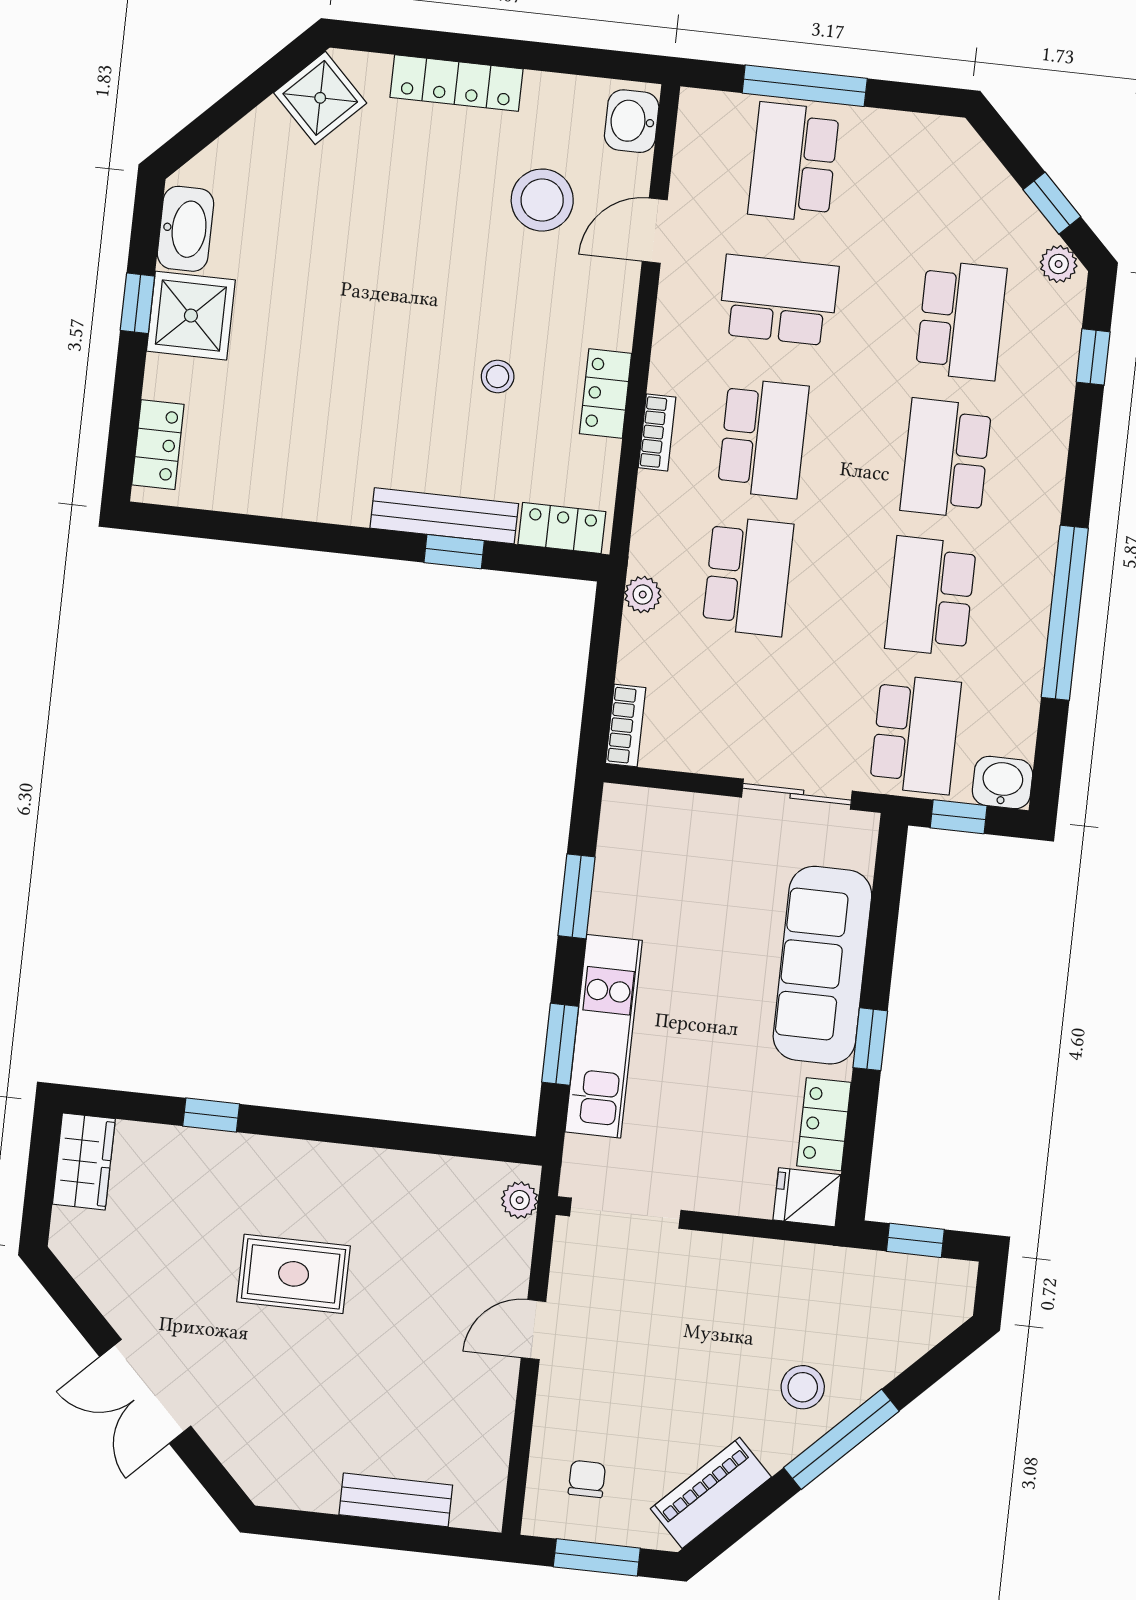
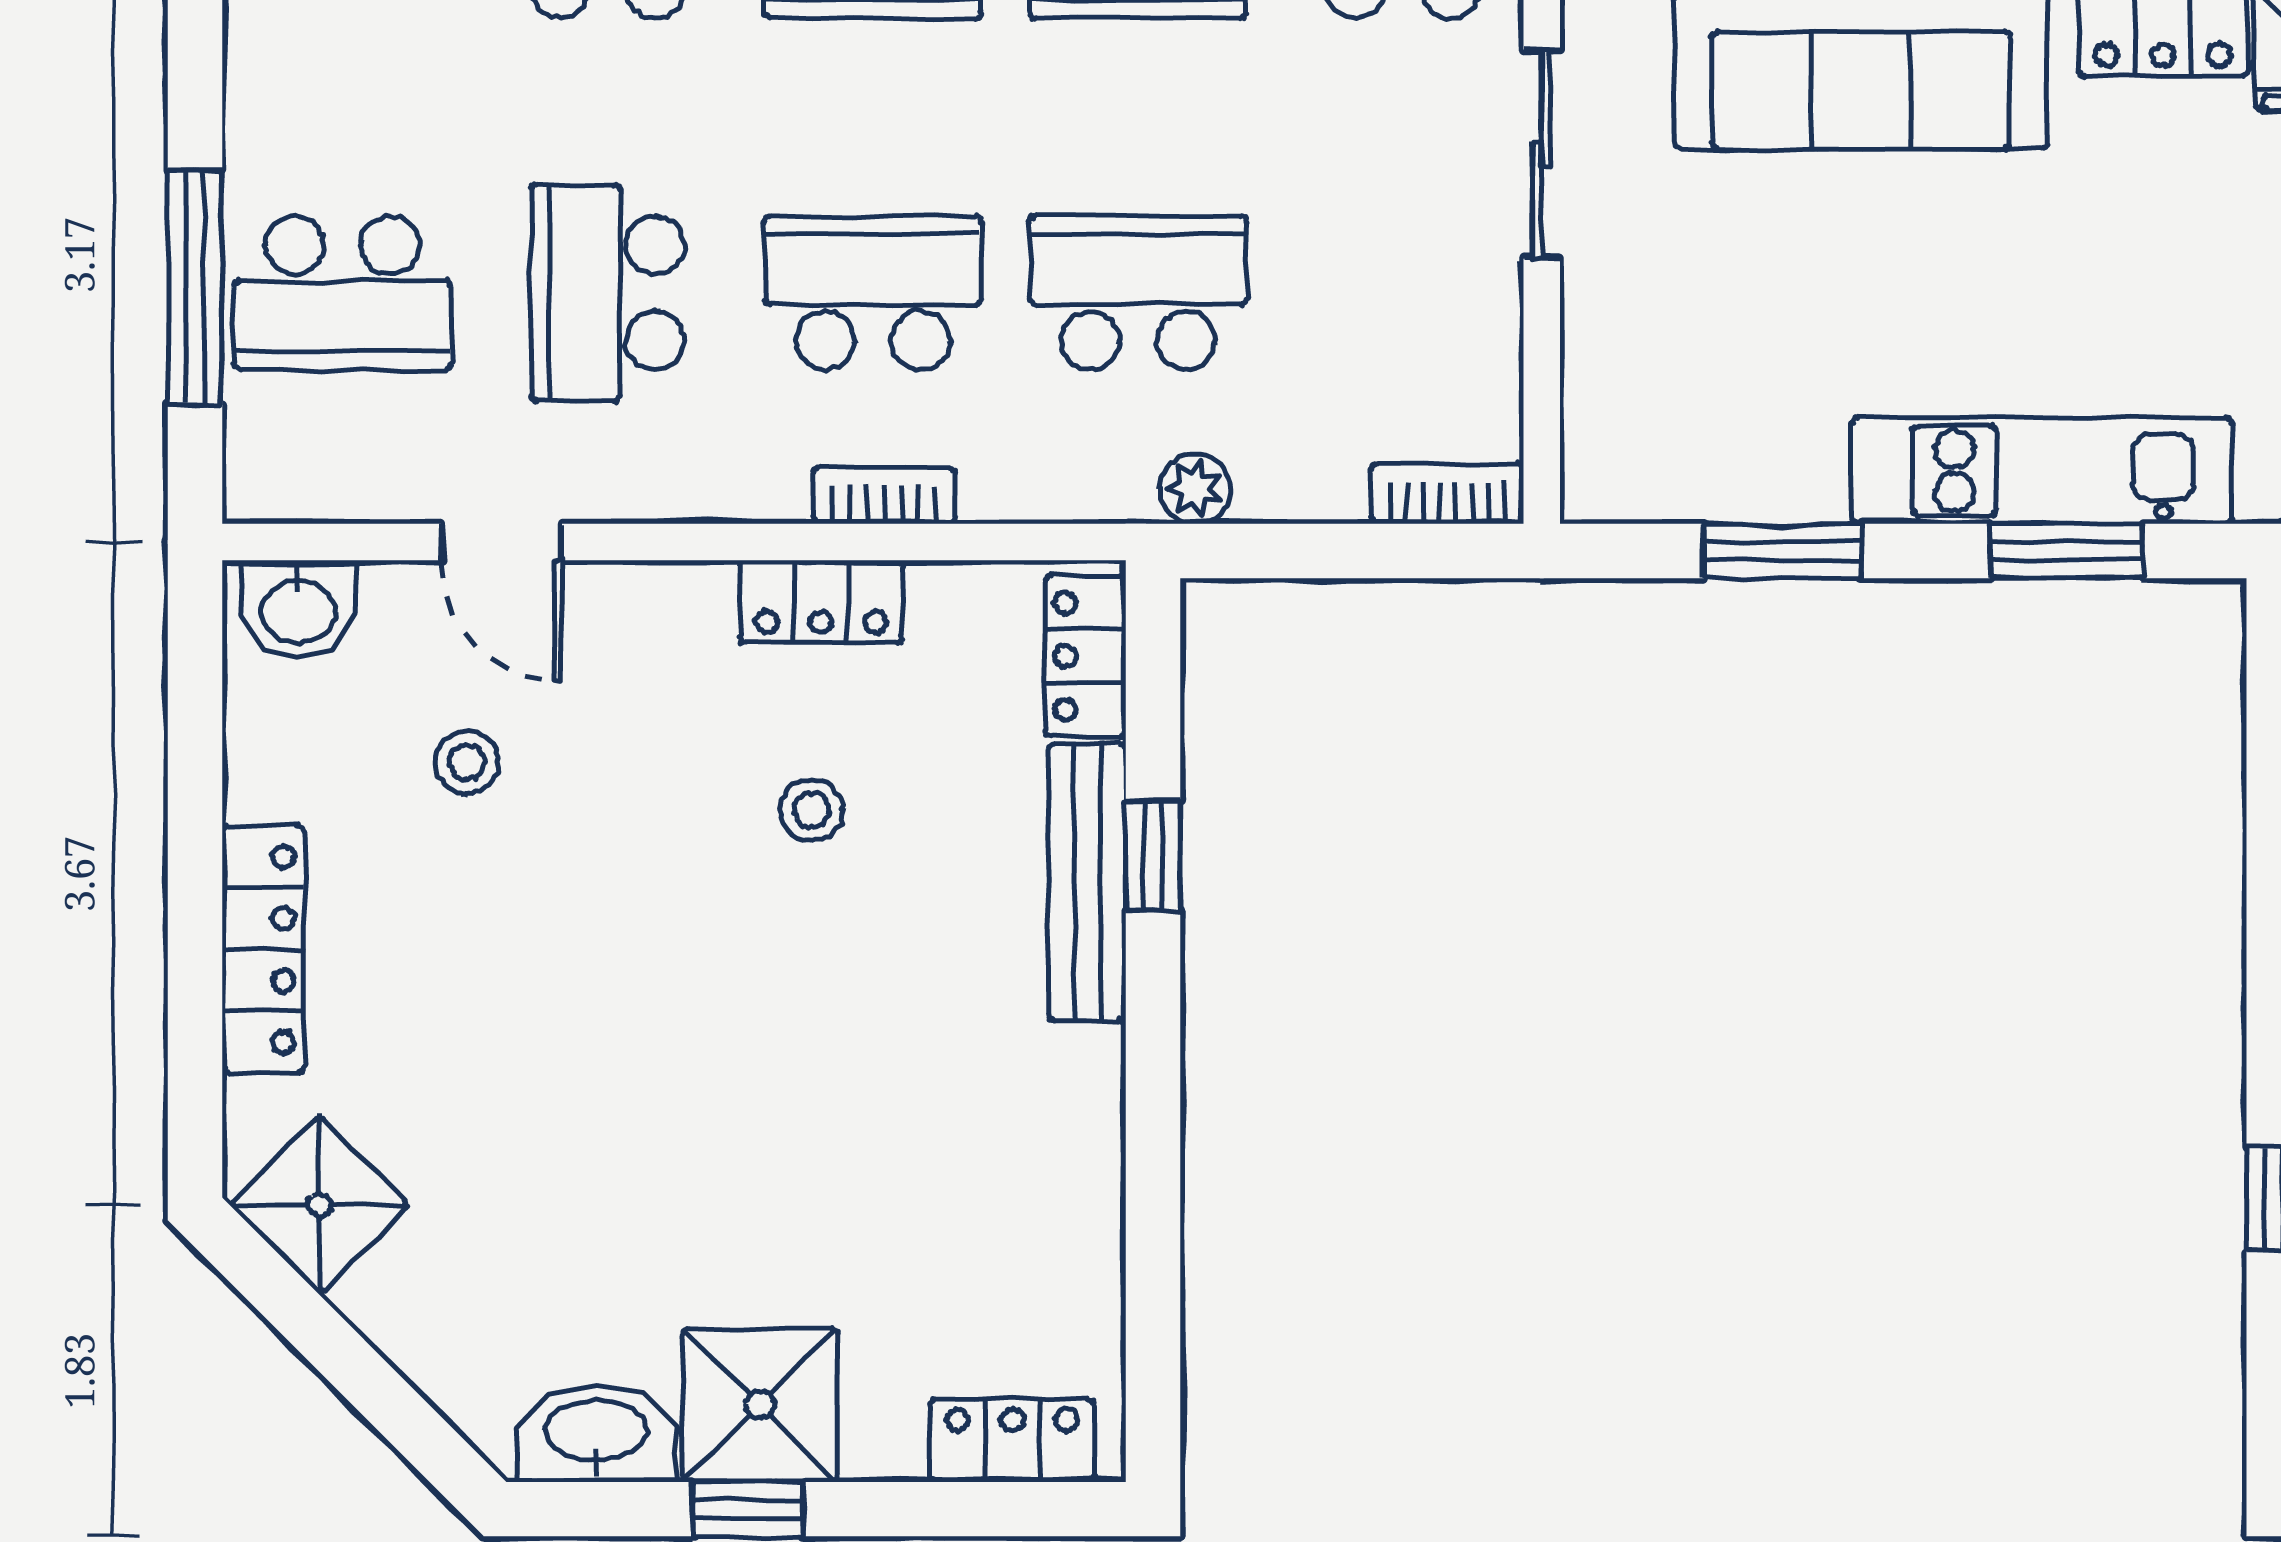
stool: (542, 200) -> (467, 762), width x0.53, depth x0.53

